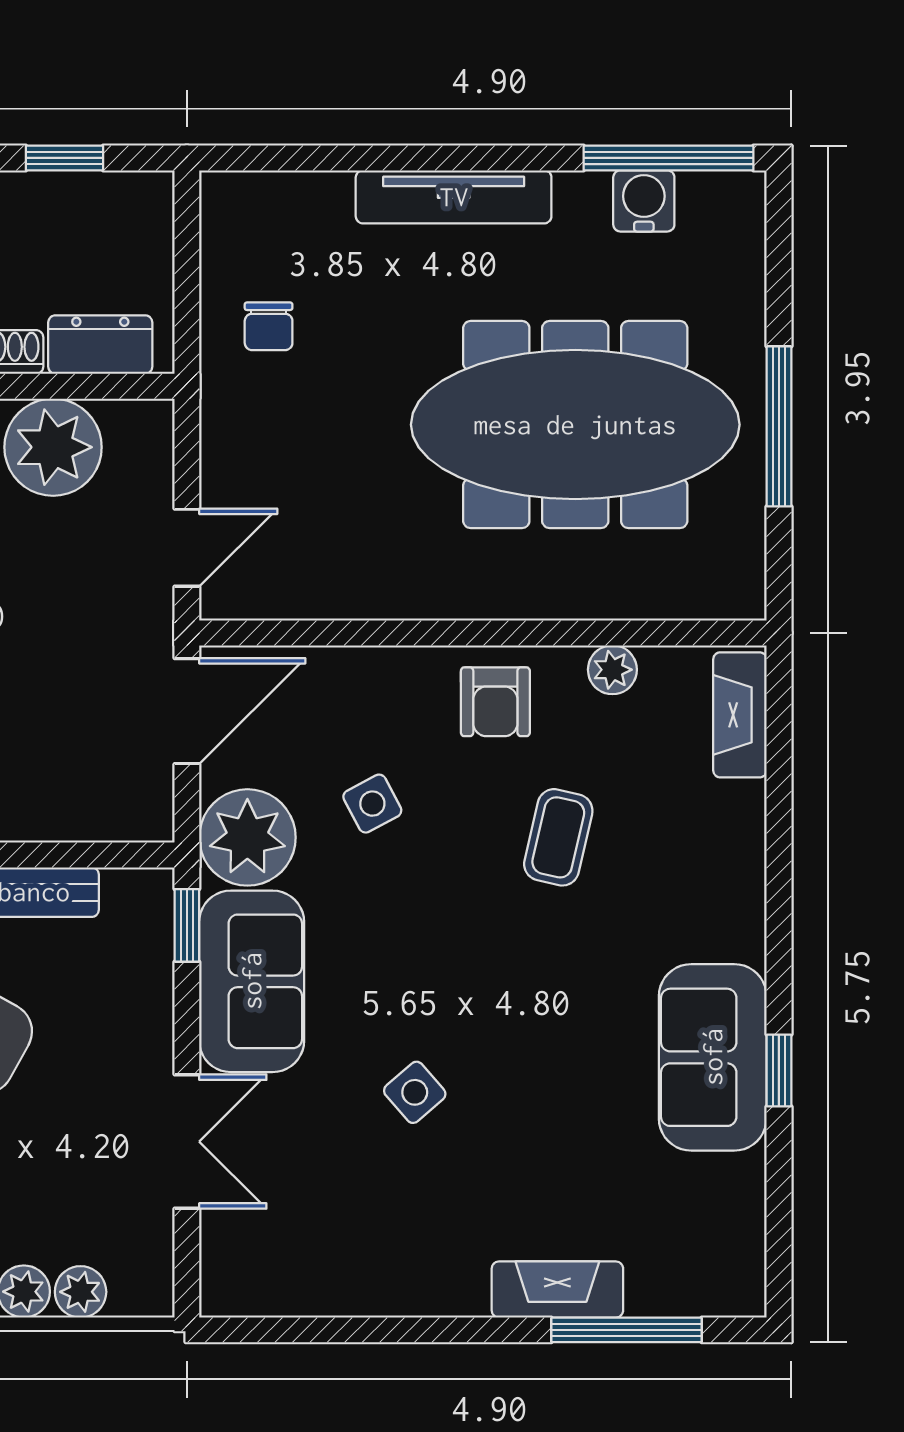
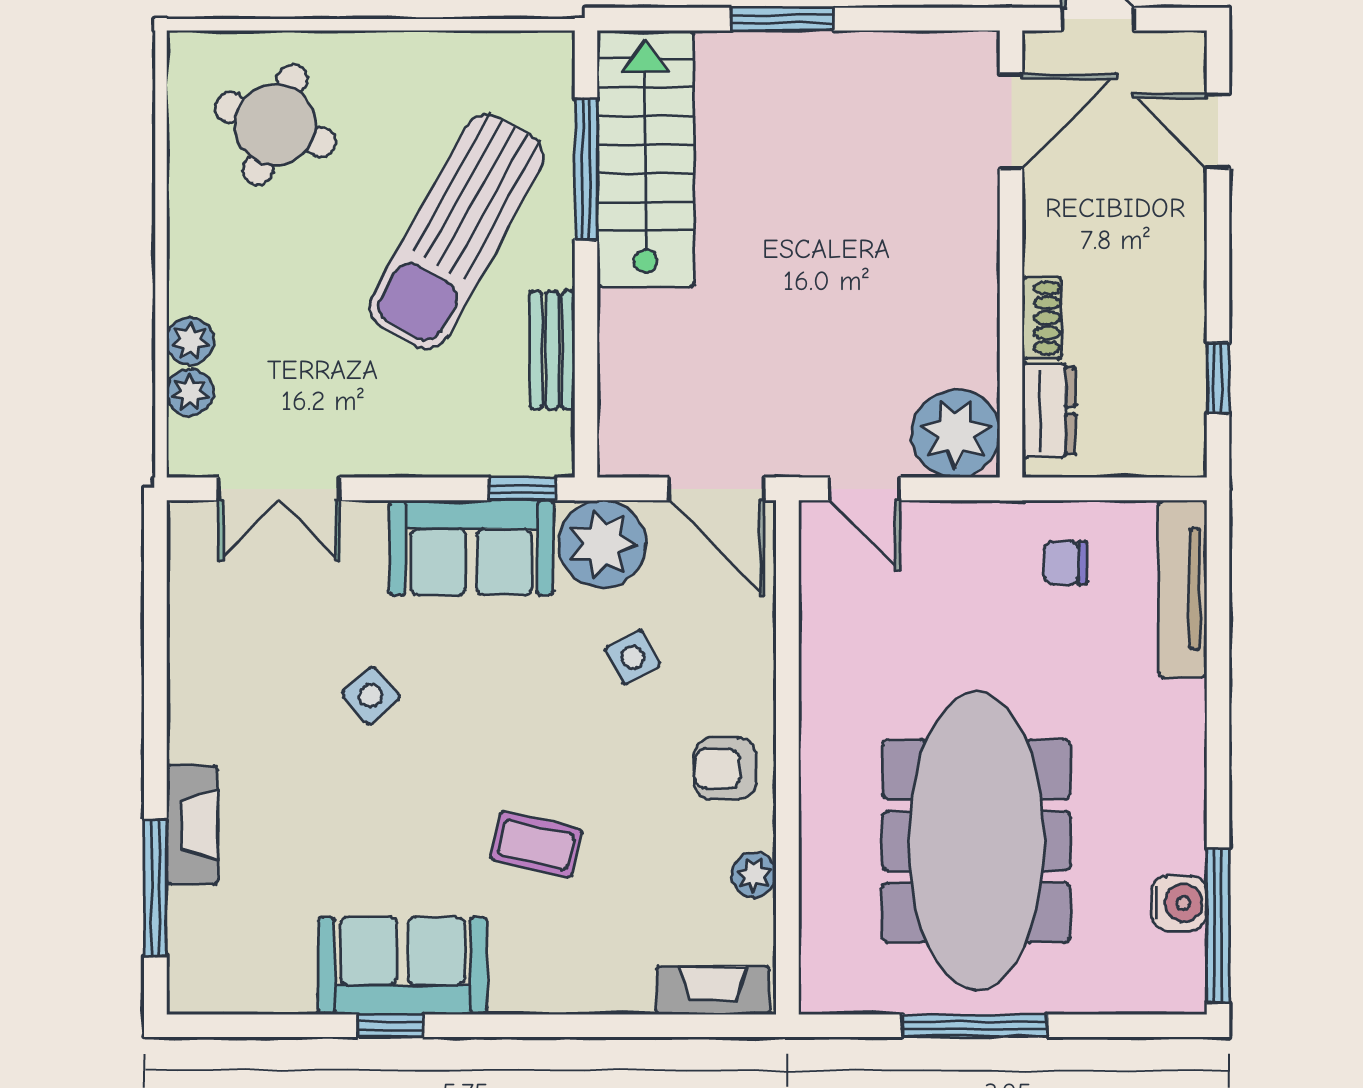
tv unit: (454, 197) -> (1183, 589), moved
plant: (53, 447) -> (956, 434), moved
coffee table: (558, 837) -> (536, 844), moved
double door: (187, 1142) -> (279, 489), moved

